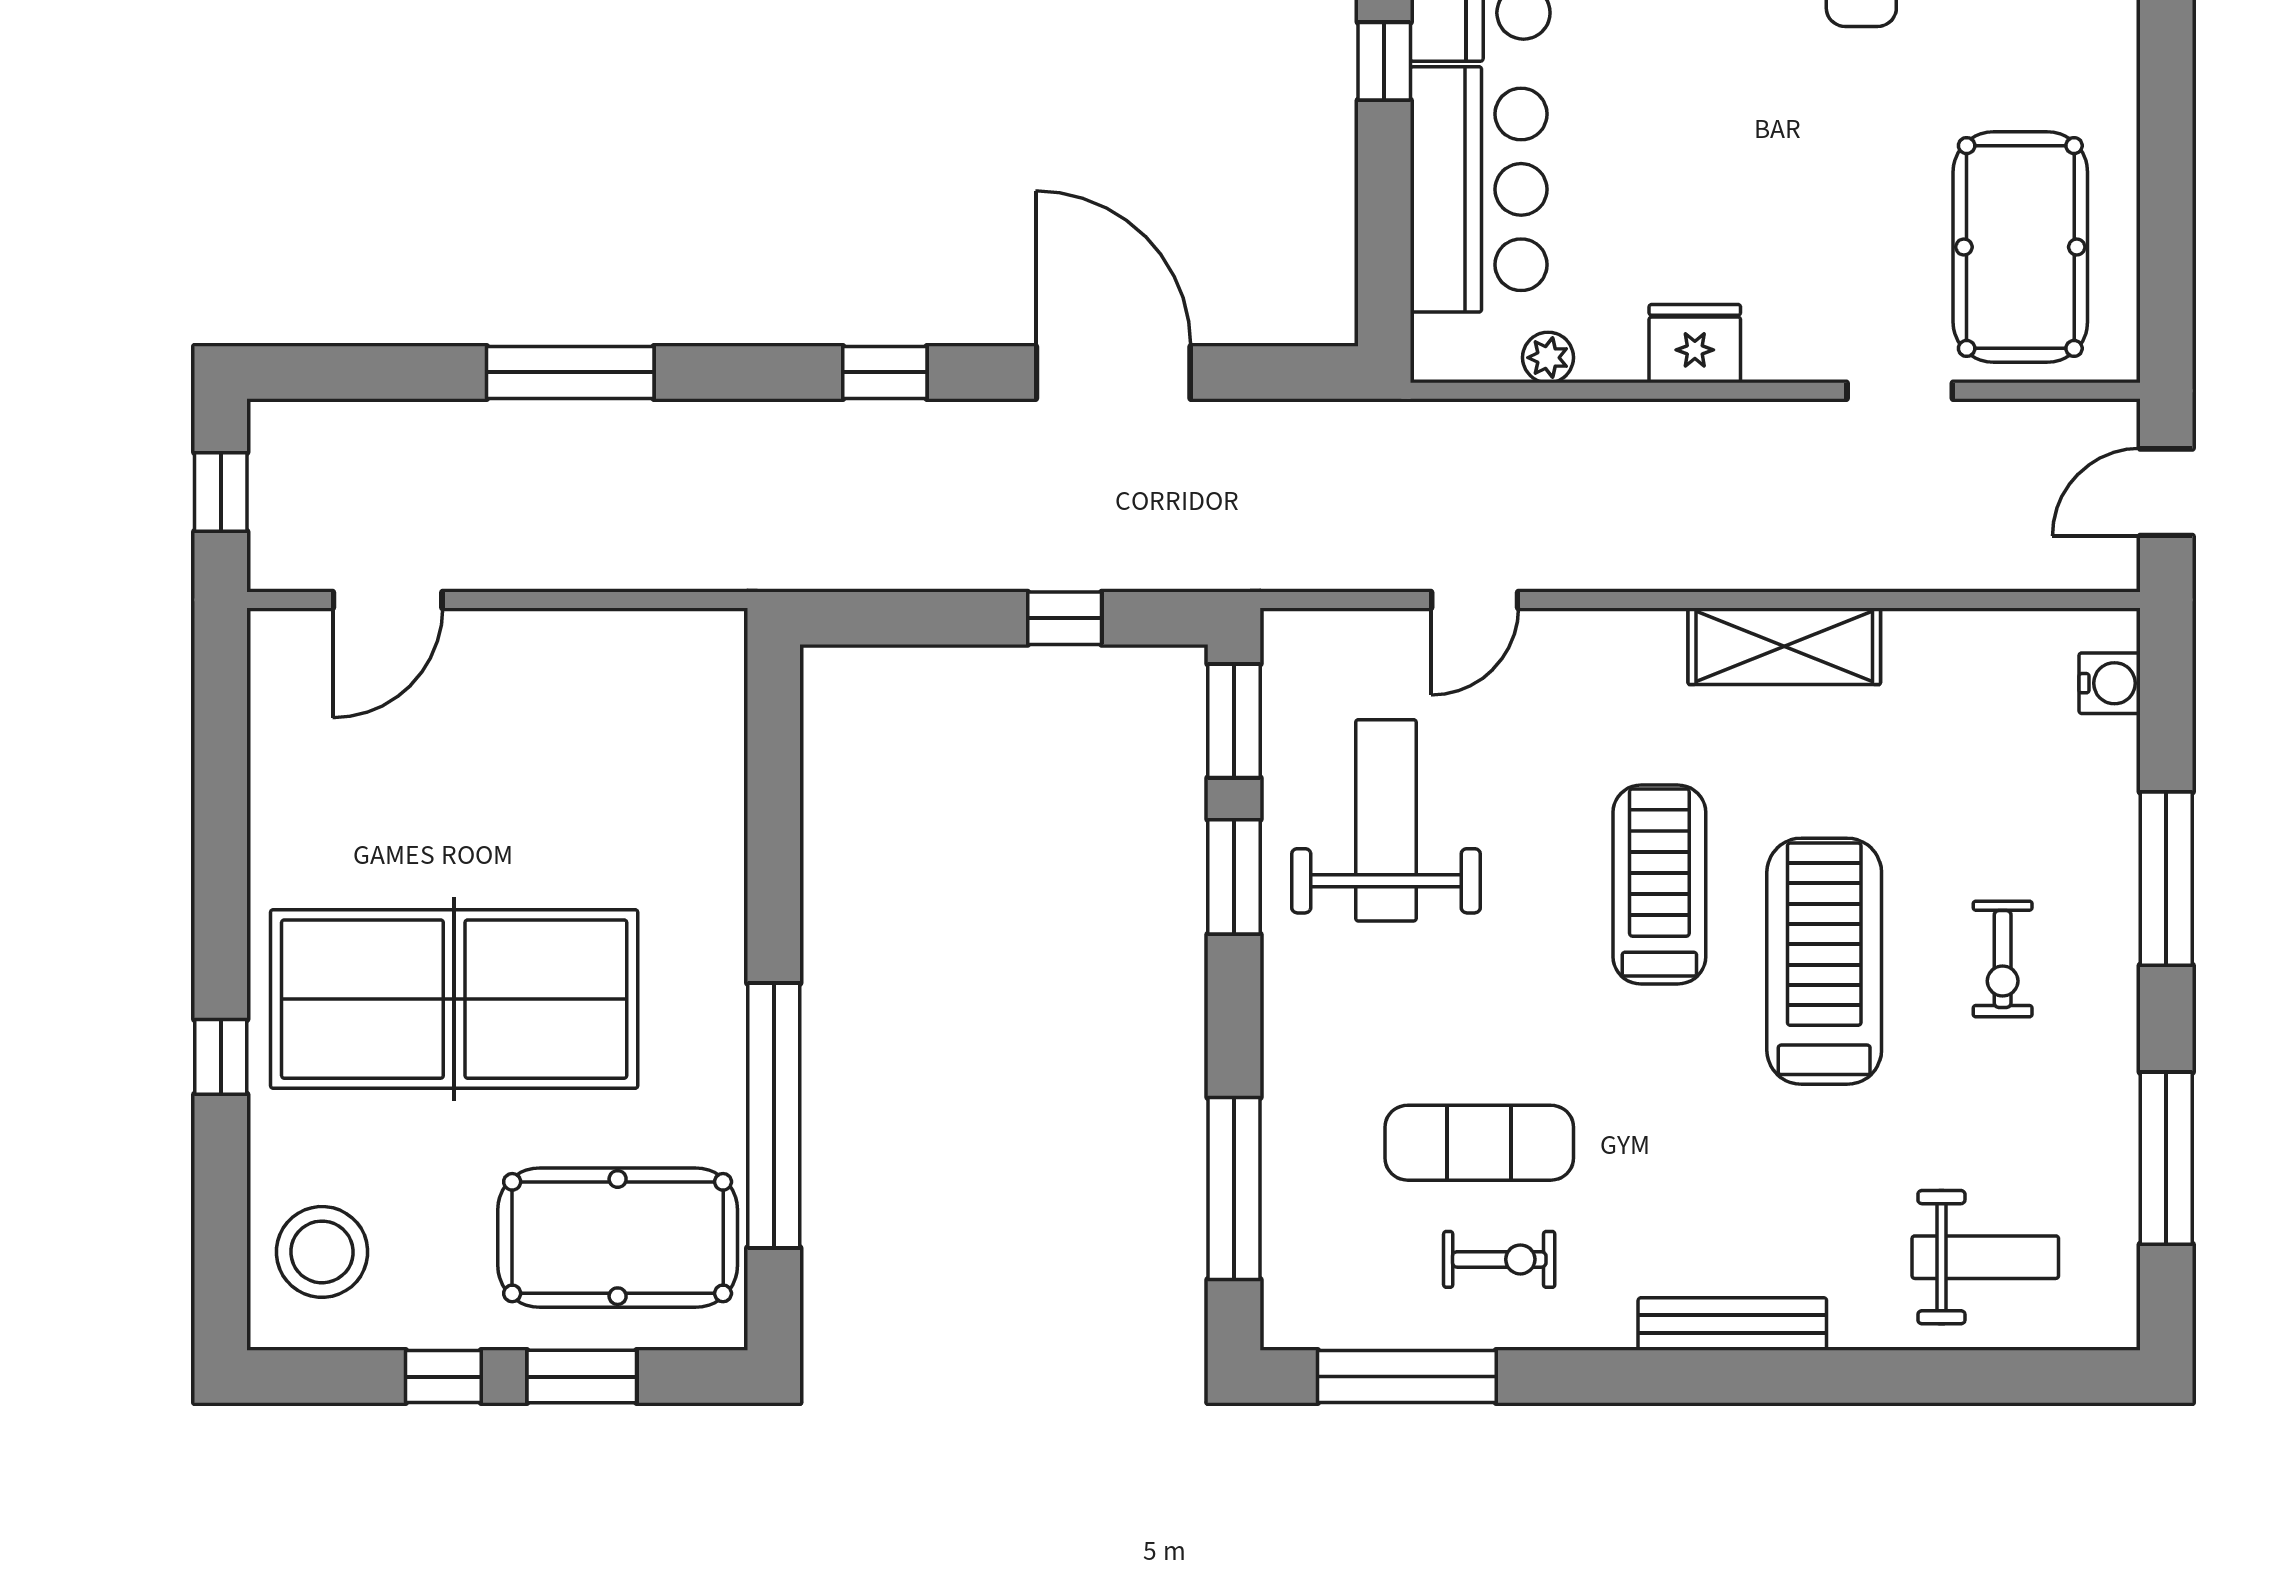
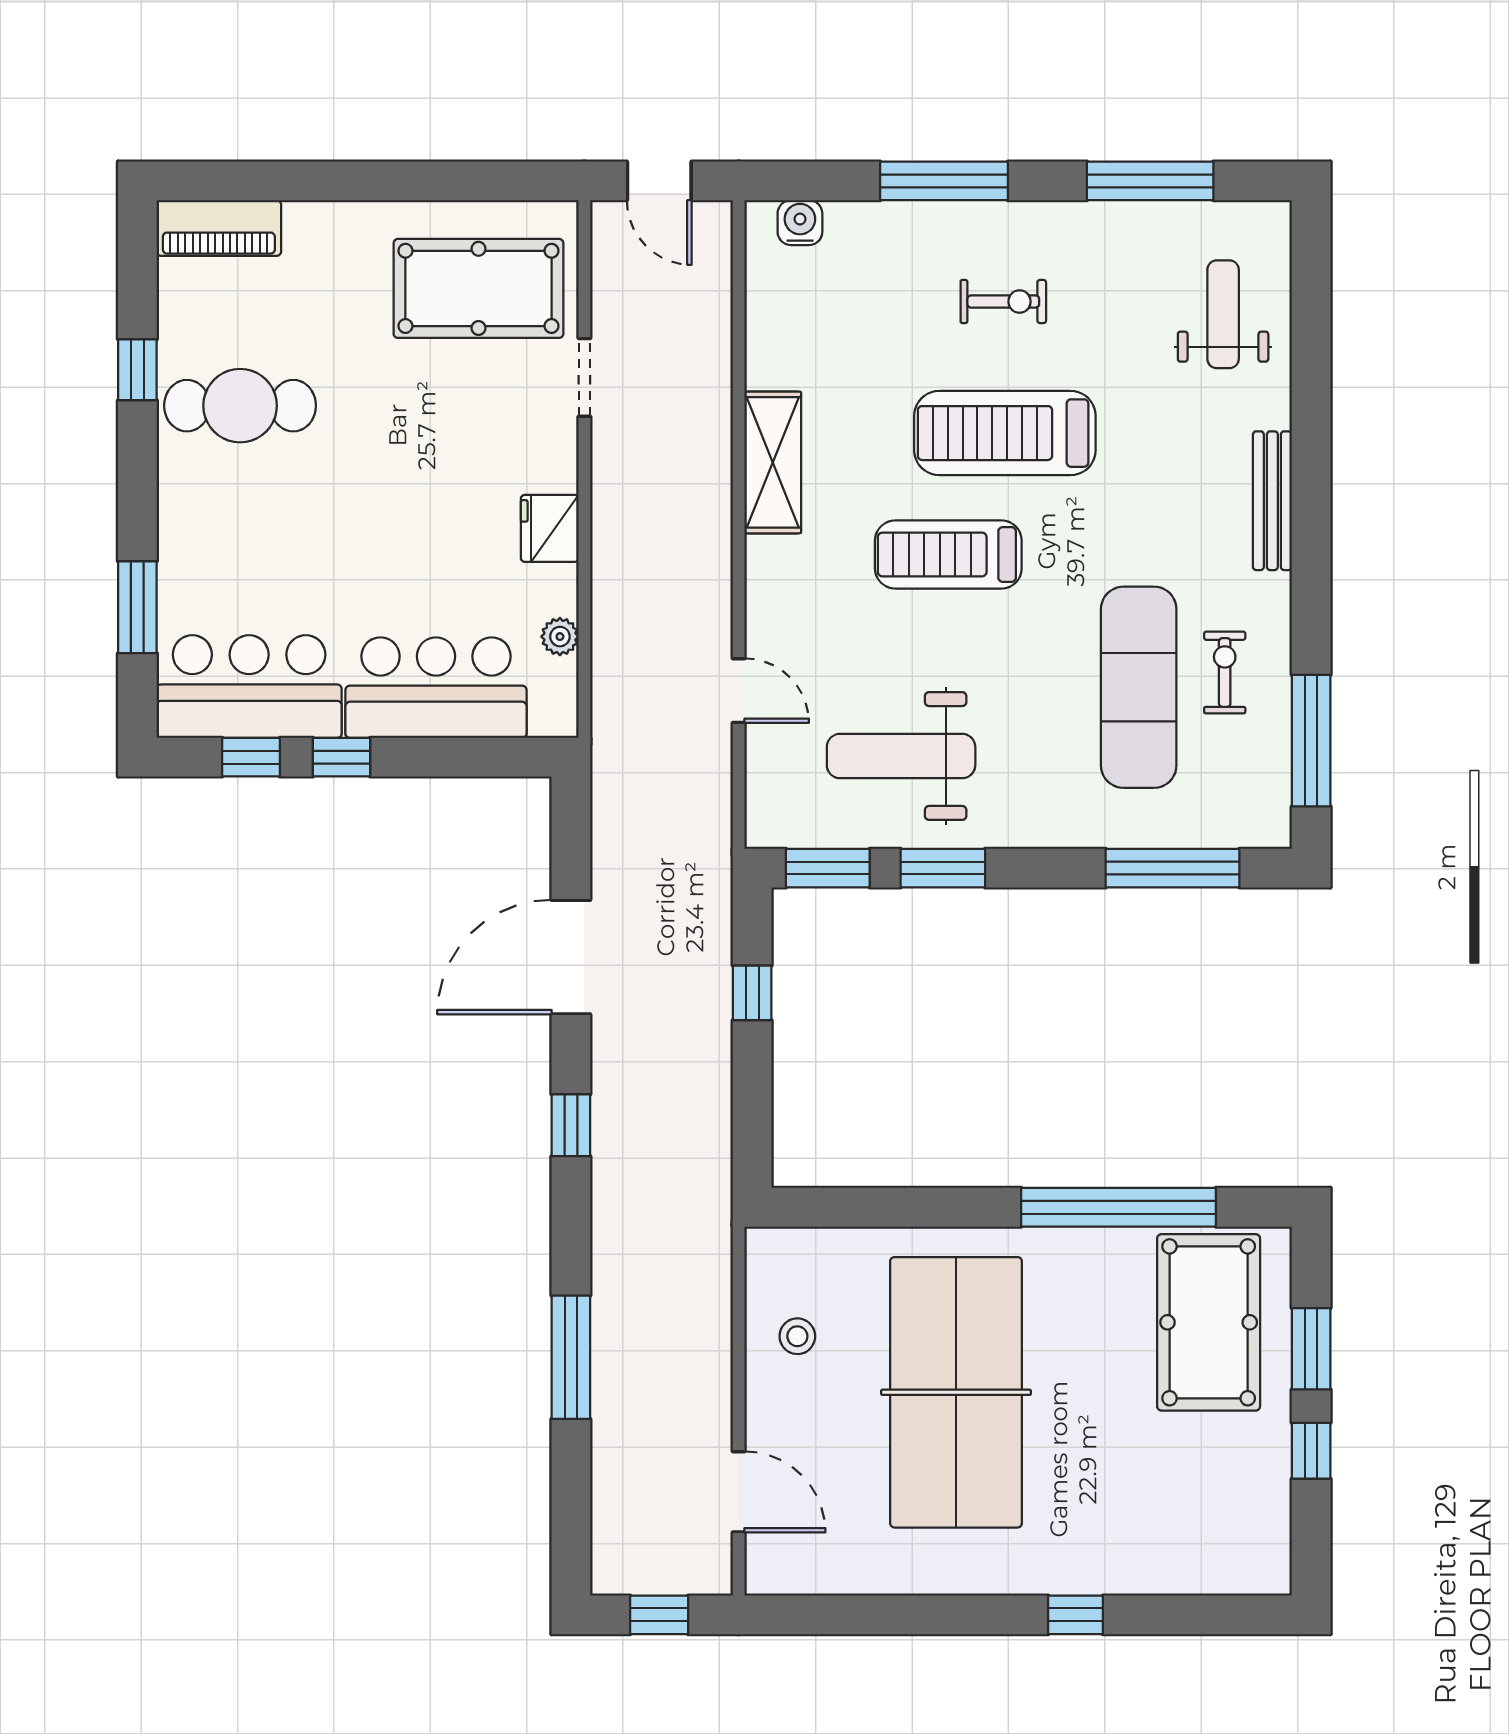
table tennis table: (454, 999) -> (956, 1392), moved
exercise mat: (1479, 1143) -> (1139, 687), width x1.36, depth x1.45
stool: (322, 1252) -> (797, 1336), moved, width x0.53, depth x0.53

